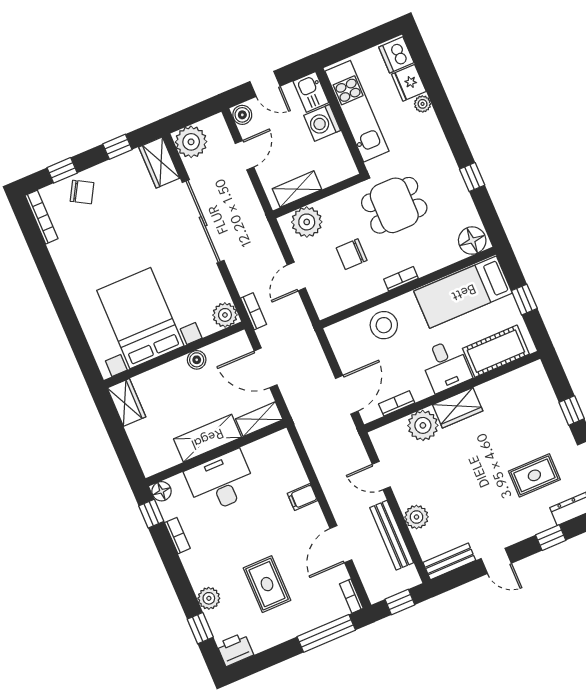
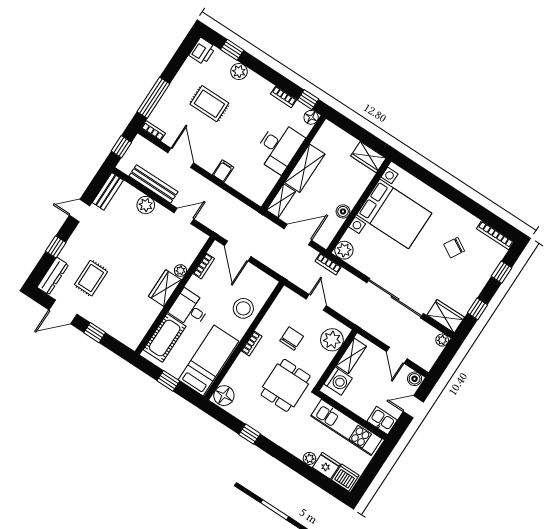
washing machine: (322, 123) -> (338, 381), moved, turned 90
plant: (191, 142) -> (442, 340), width x0.53, depth x0.53
chair: (82, 192) -> (454, 248), moved
plant: (423, 425) -> (180, 270), width x0.53, depth x0.53

